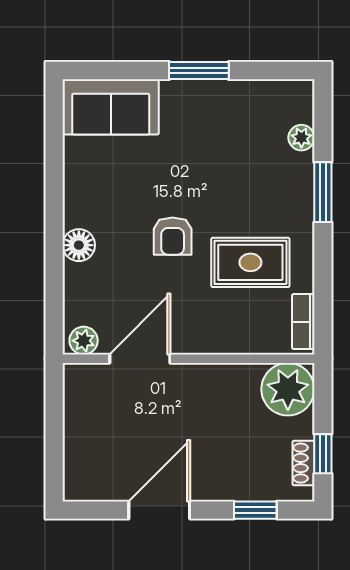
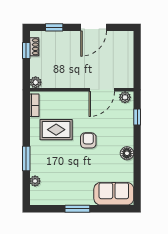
floor lamp: (79, 245) -> (127, 153), moved
window: (54, 293) -> (137, 117), added
plant: (288, 389) -> (36, 82), width x0.53, depth x0.53

